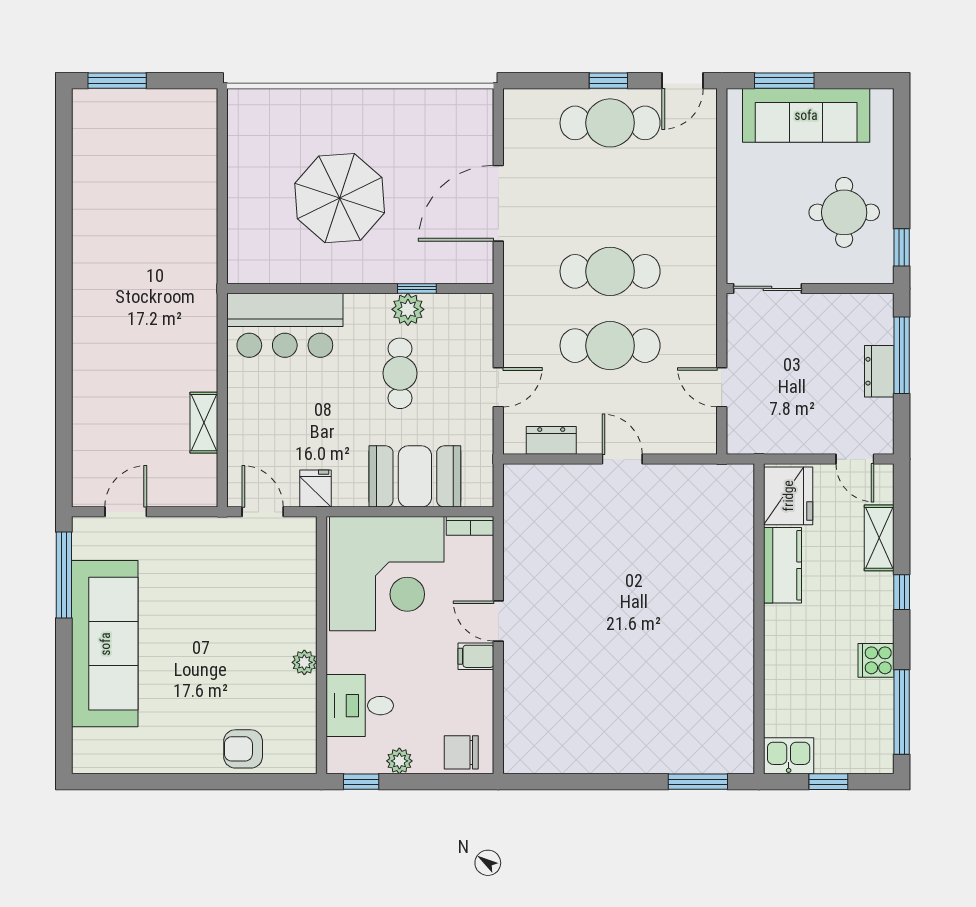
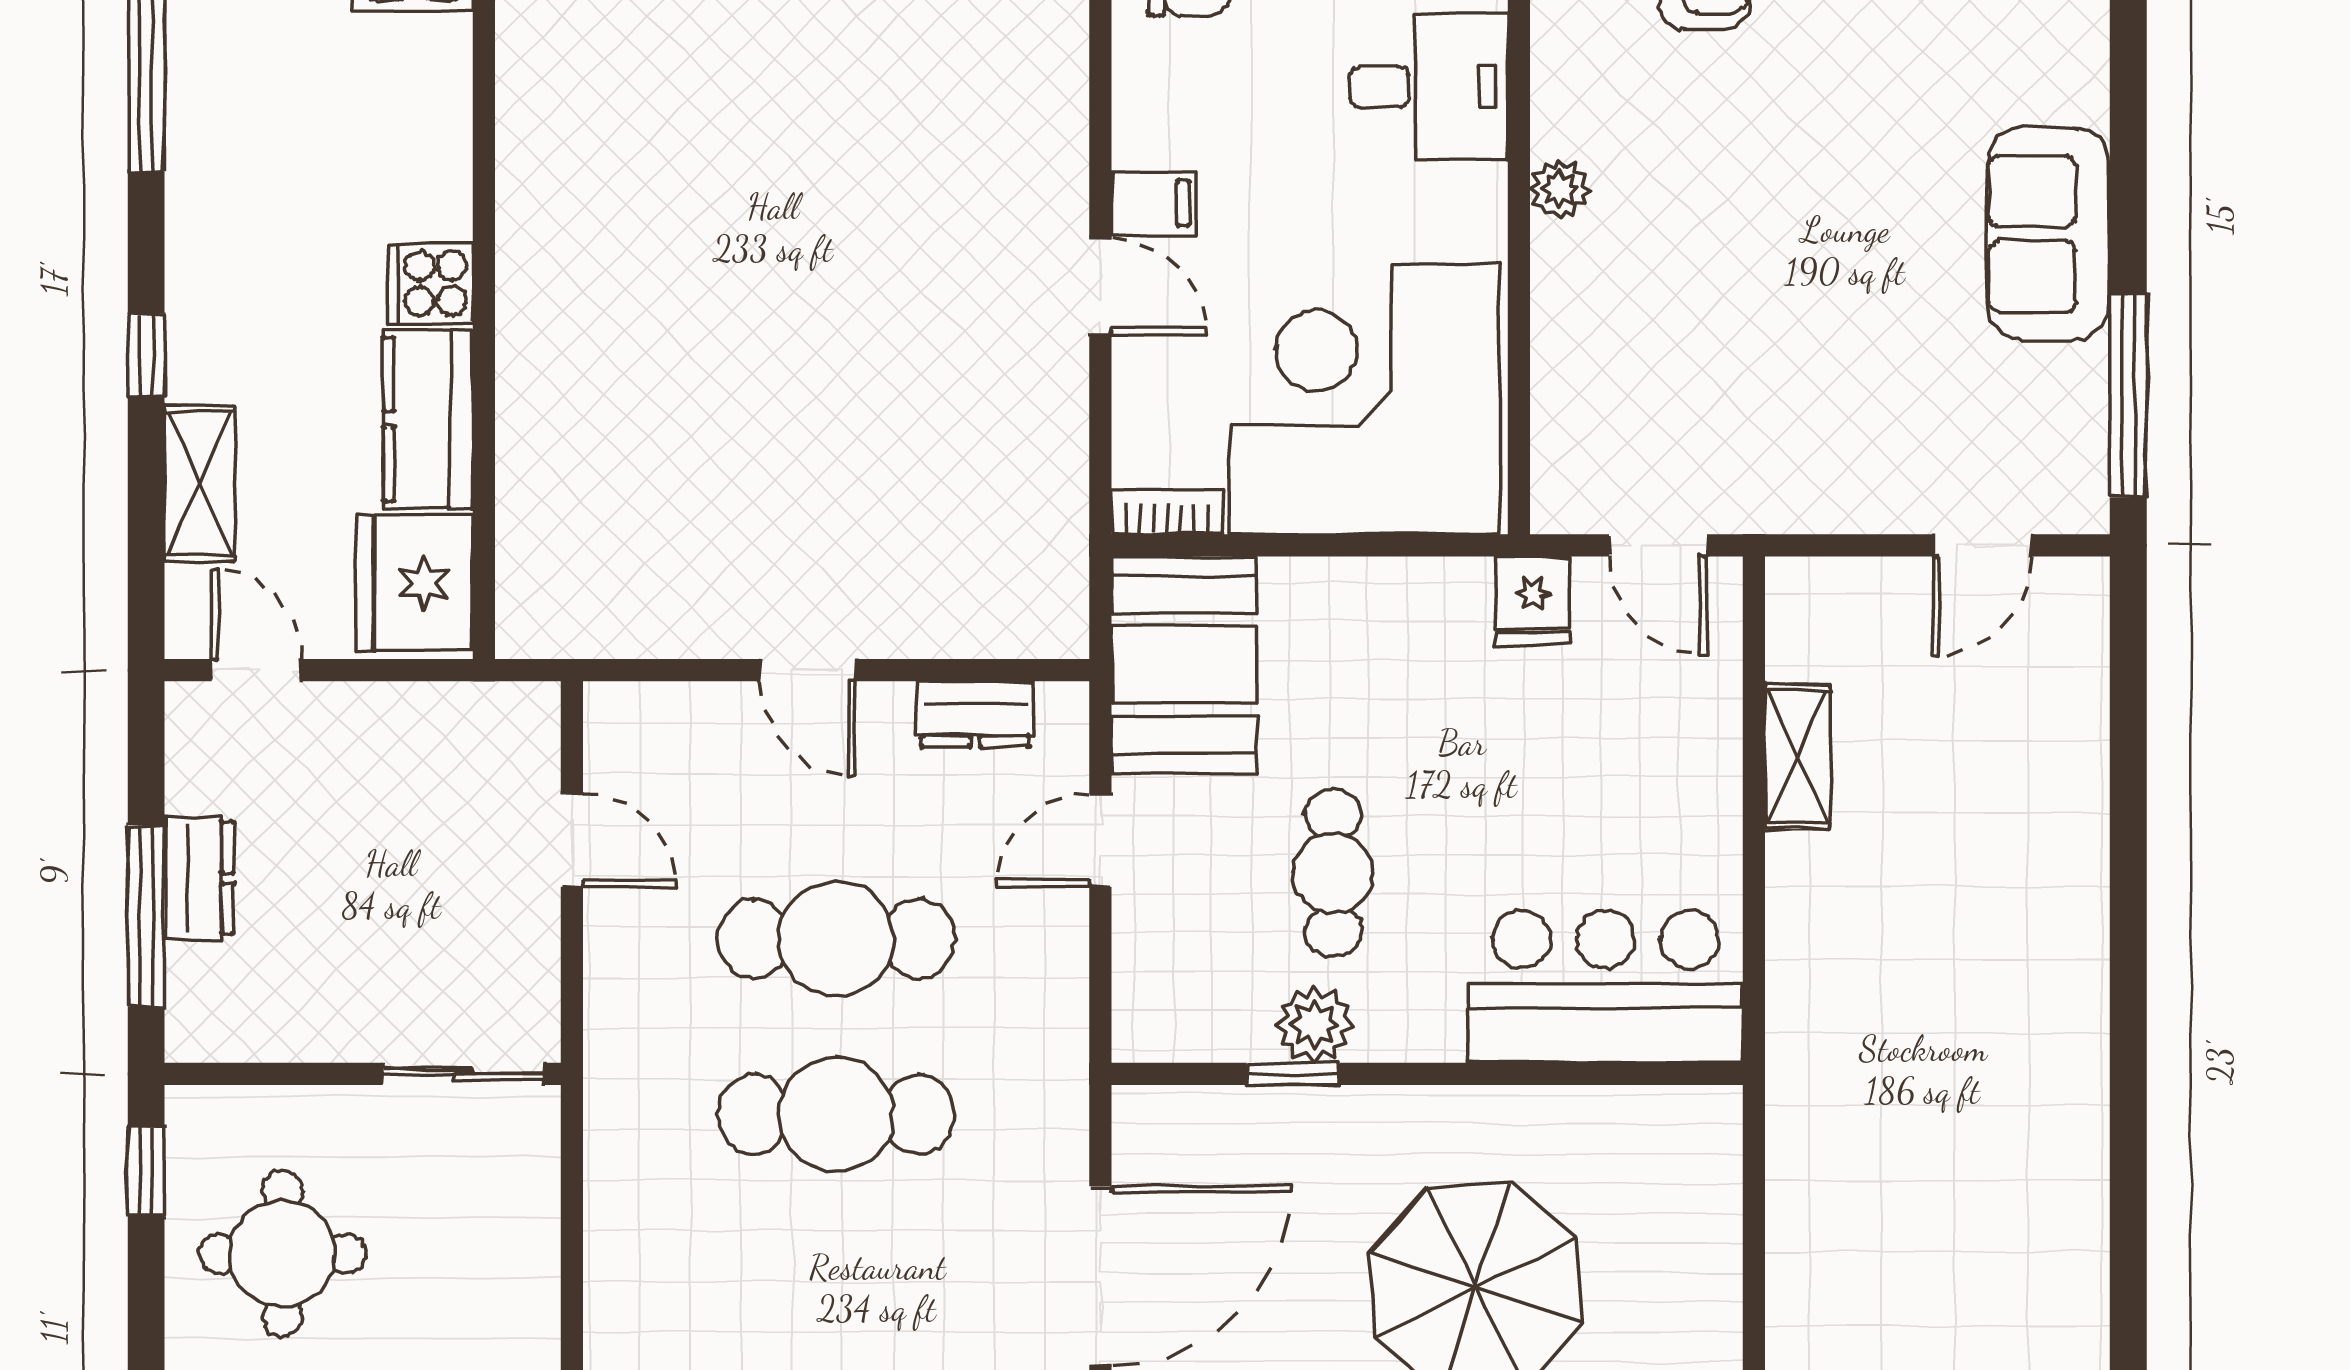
booth: (415, 476) -> (1184, 665), moved, turned 90
sofa: (105, 644) -> (2048, 234), width x0.54, depth x0.79
cooker: (876, 660) -> (430, 284), moved, turned 180

